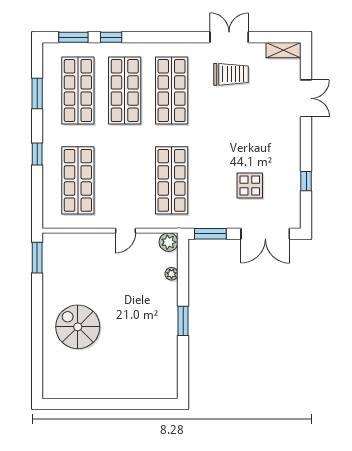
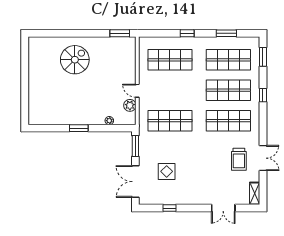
window: (111, 37) -> (263, 95), moved
plant: (169, 242) -> (130, 105), moved

